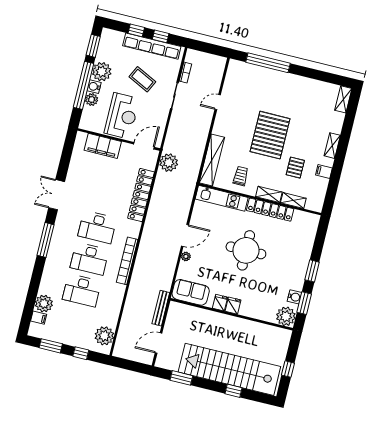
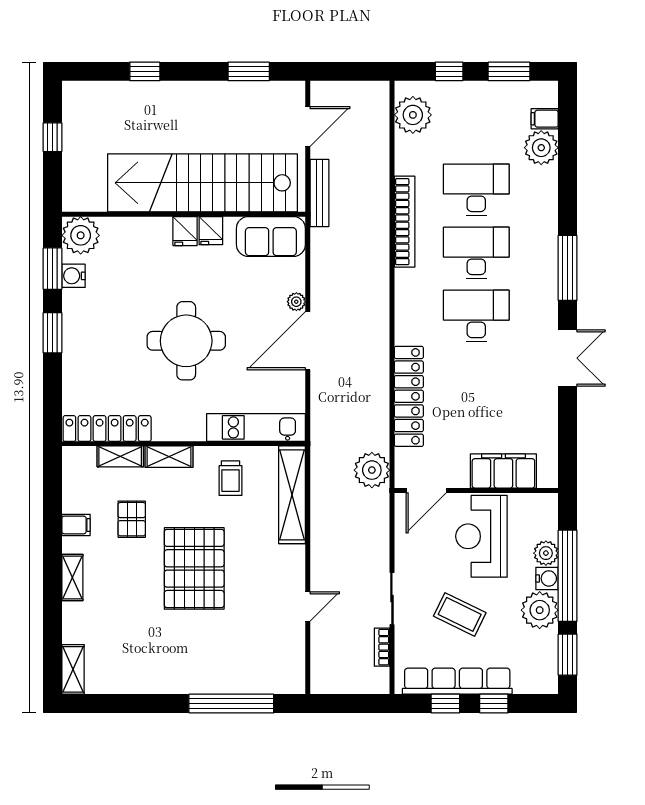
locker: (270, 210) -> (107, 429), moved
door: (185, 235) -> (308, 341), width x1.36
bookcase: (127, 261) -> (405, 222), moved
stairs: (229, 369) -> (202, 183), moved, turned 180

